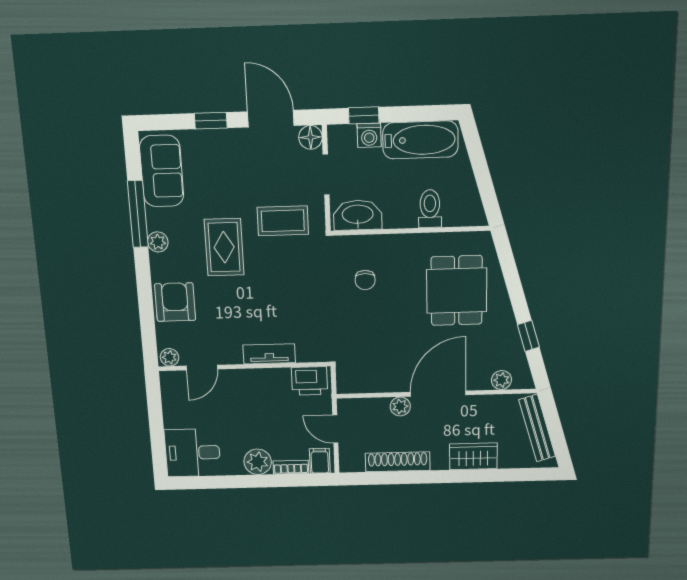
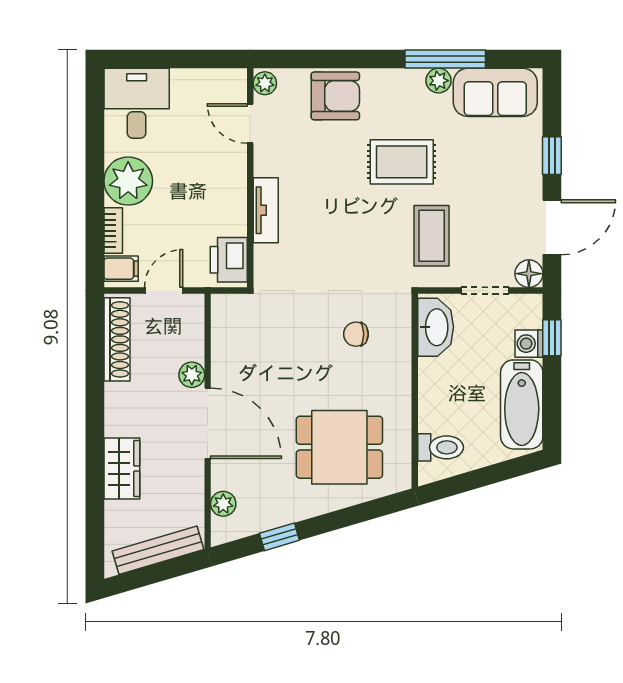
toilet: (430, 209) -> (441, 447), moved
plant: (158, 242) -> (439, 81), moved
plant: (258, 462) -> (128, 181), width x1.36, depth x1.36
shoe rack: (398, 462) -> (117, 339), moved

